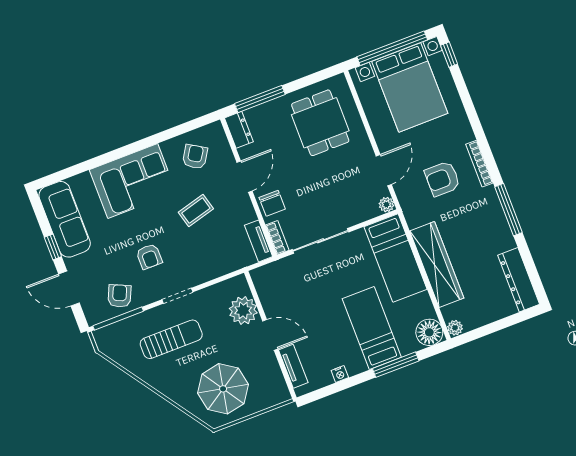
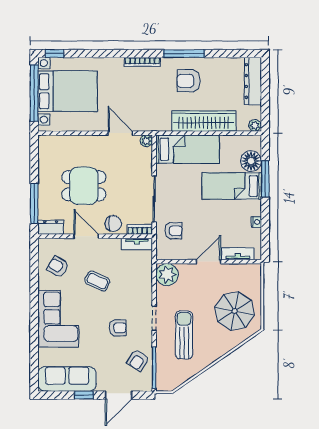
dining table: (320, 123) -> (84, 186), moved
armchair: (442, 179) -> (189, 81), moved, turned 90
coffee table: (196, 211) -> (97, 281), turned -50
armchair: (291, 279) -> (173, 231), added
dresser: (519, 280) -> (253, 81), moved, turned 90
armchair: (120, 296) -> (138, 360), turned -80
plant: (243, 311) -> (167, 275), moved
floor lamp: (429, 332) -> (251, 161), moved

